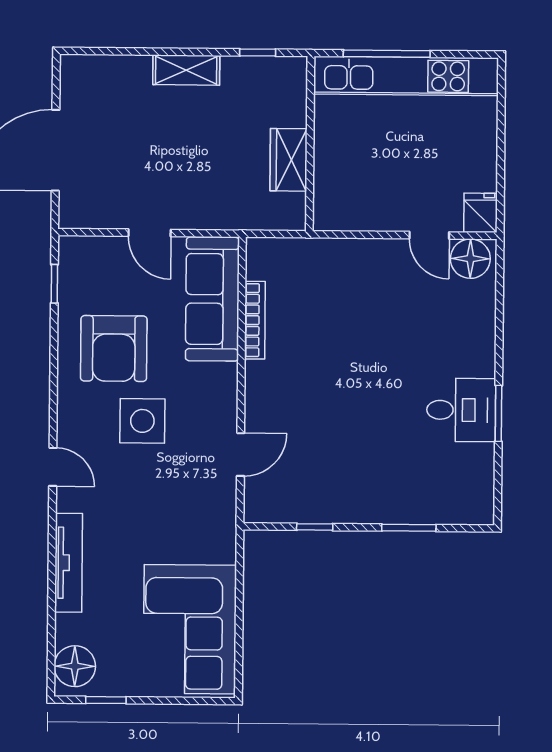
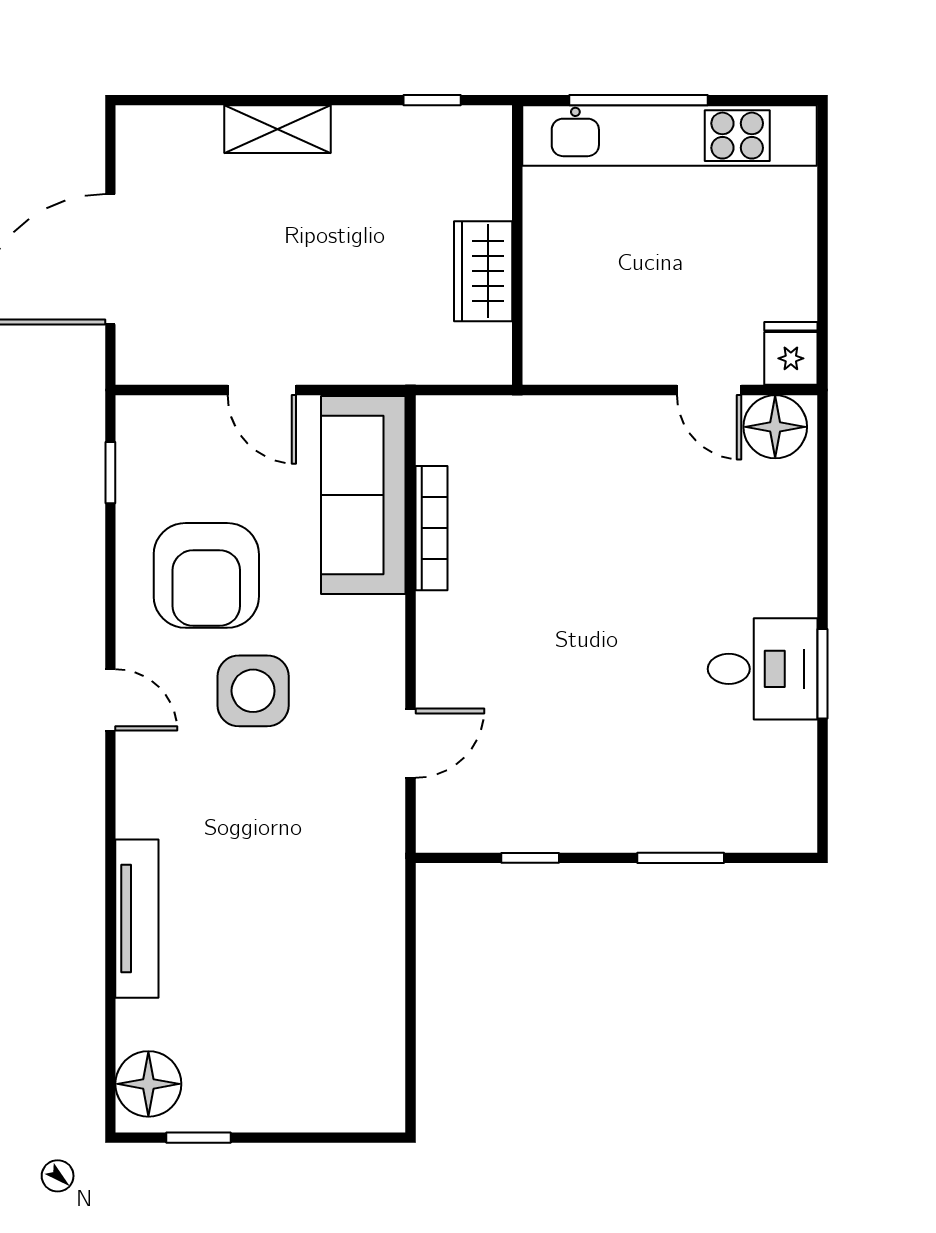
shelving: (186, 70) -> (277, 129), moved
door: (53, 467) -> (110, 700), moved
corner sofa: (190, 629) -> (332, 1023), removed

